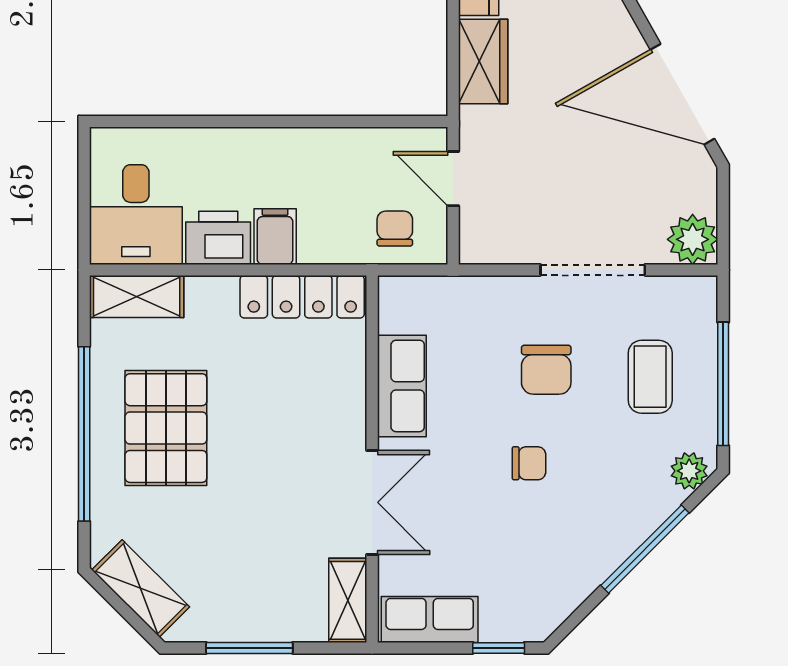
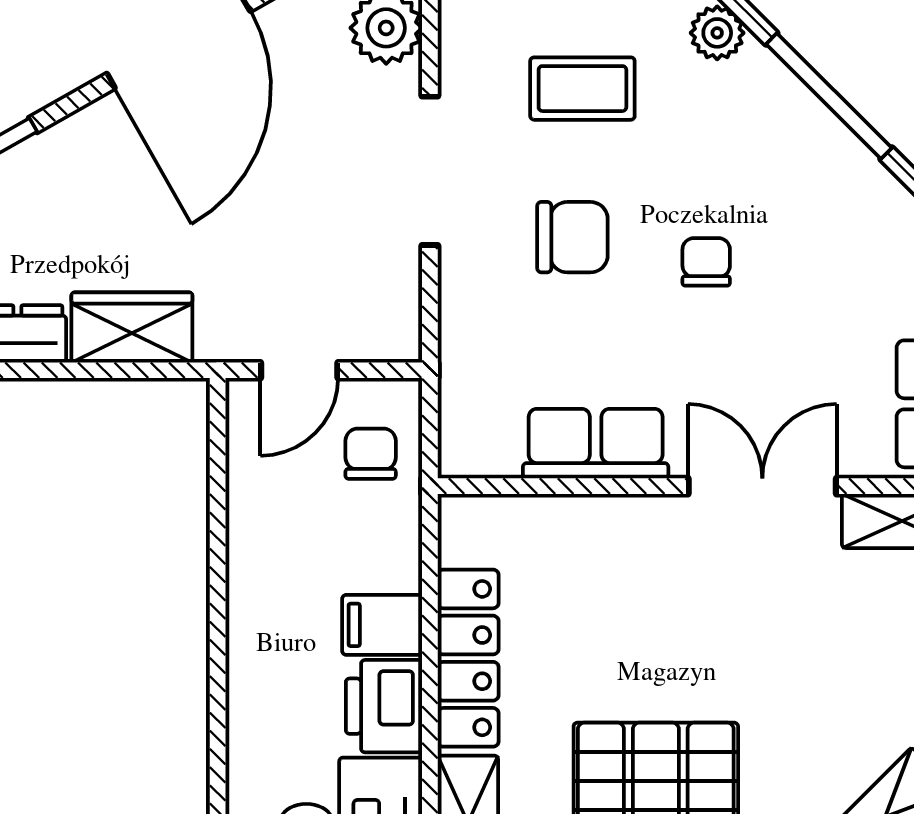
chair: (395, 229) -> (371, 454), turned 90
locker: (302, 297) -> (468, 658), moved

